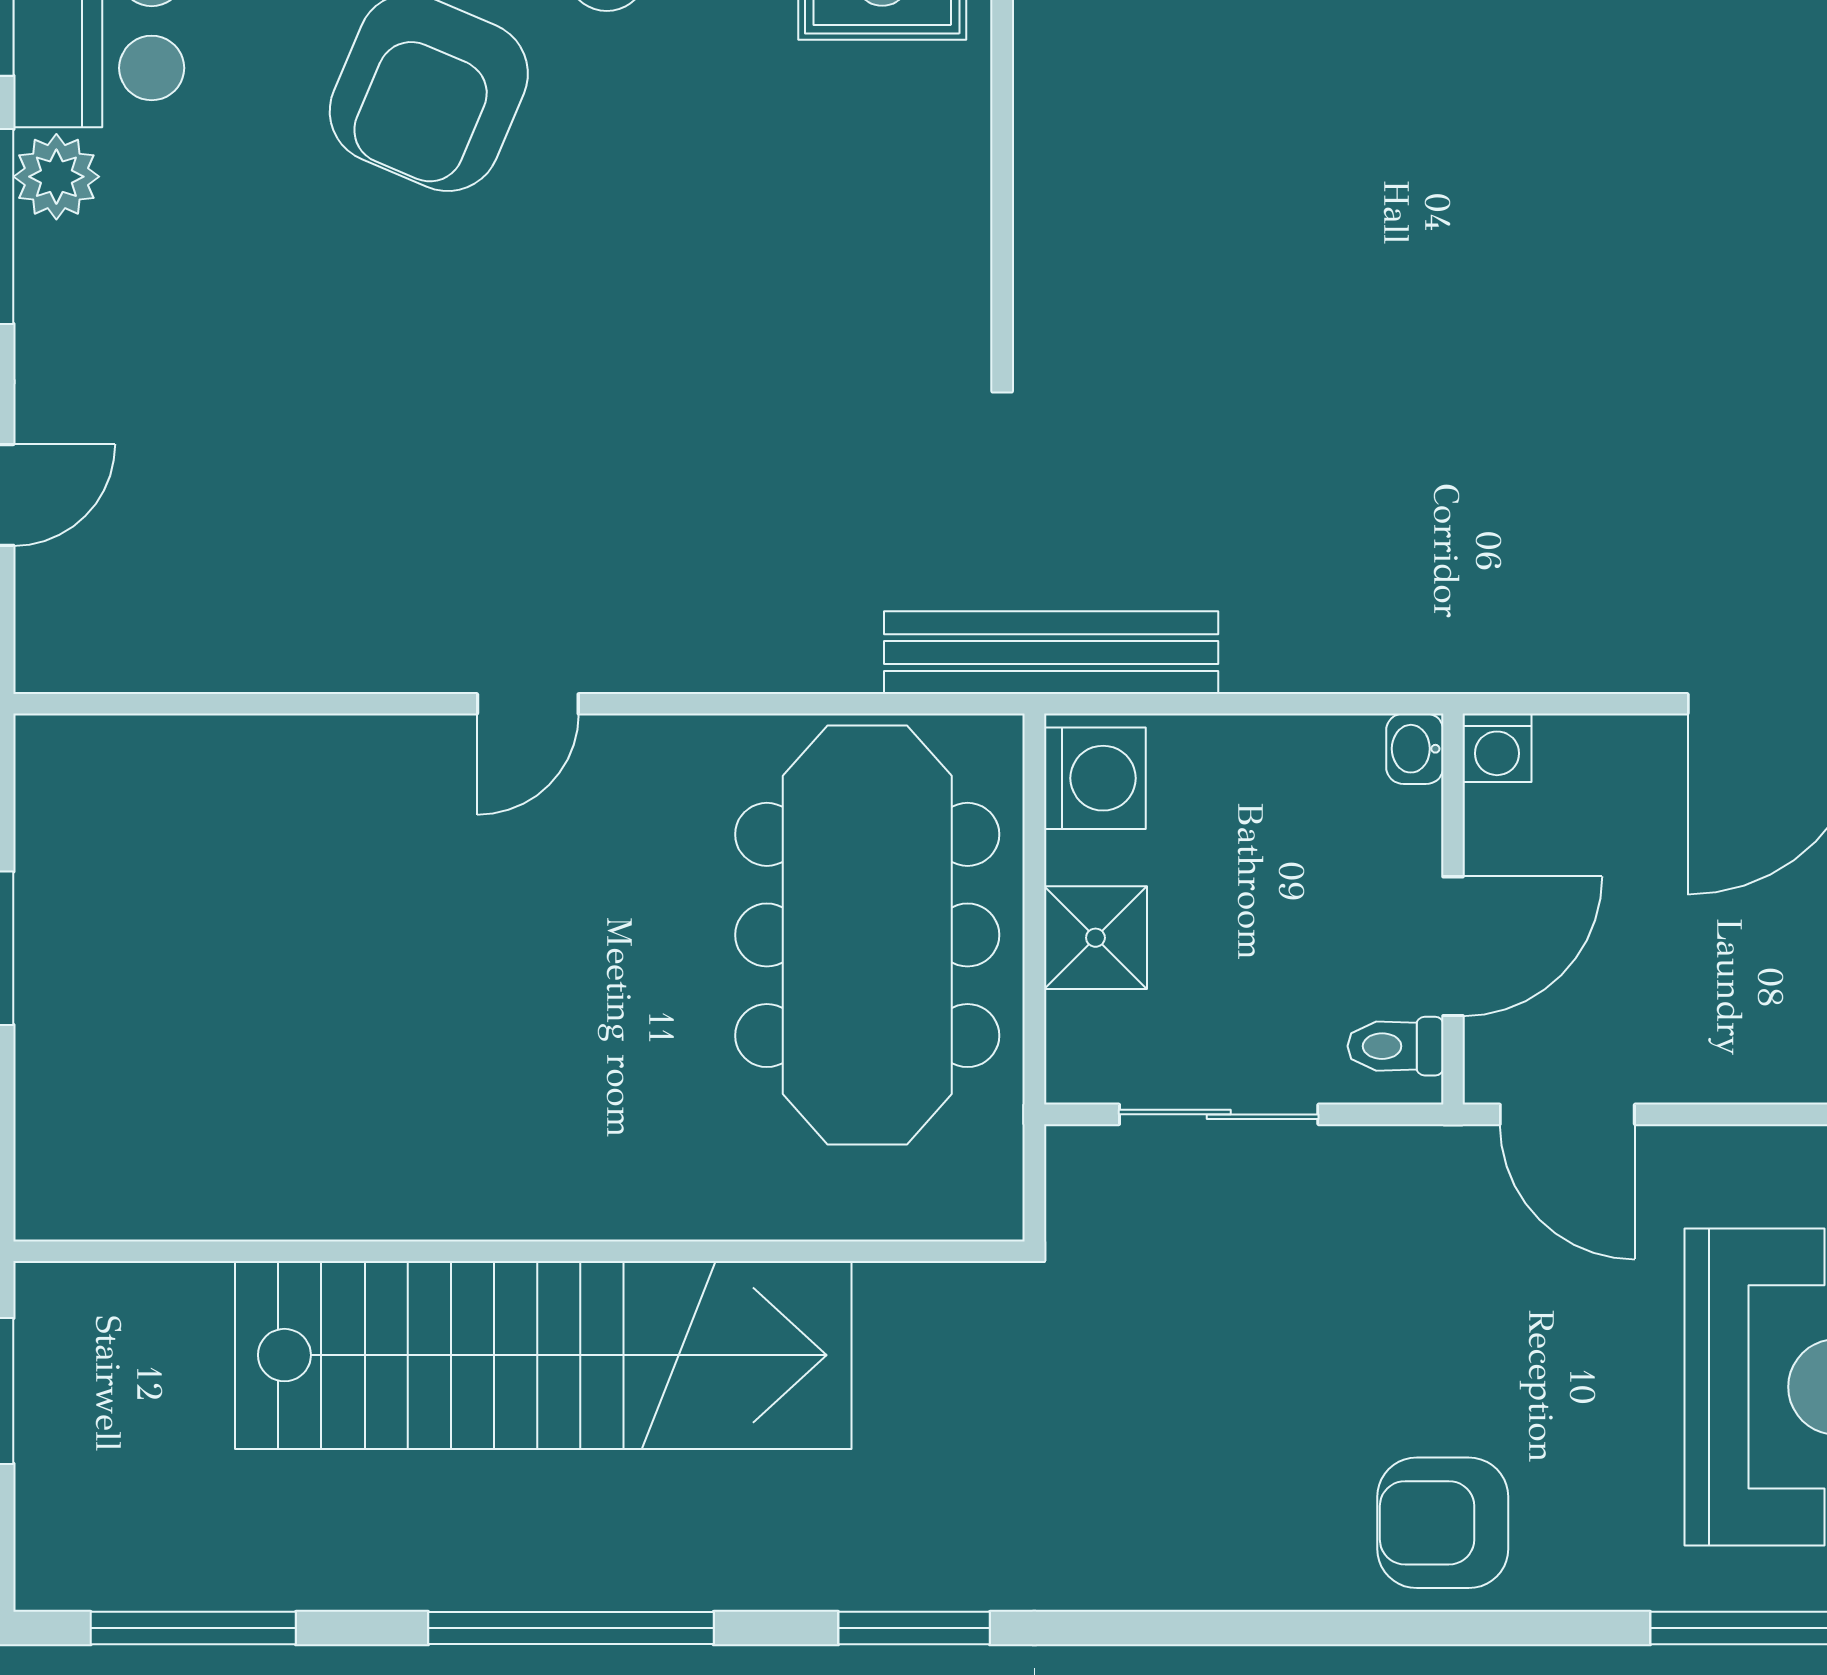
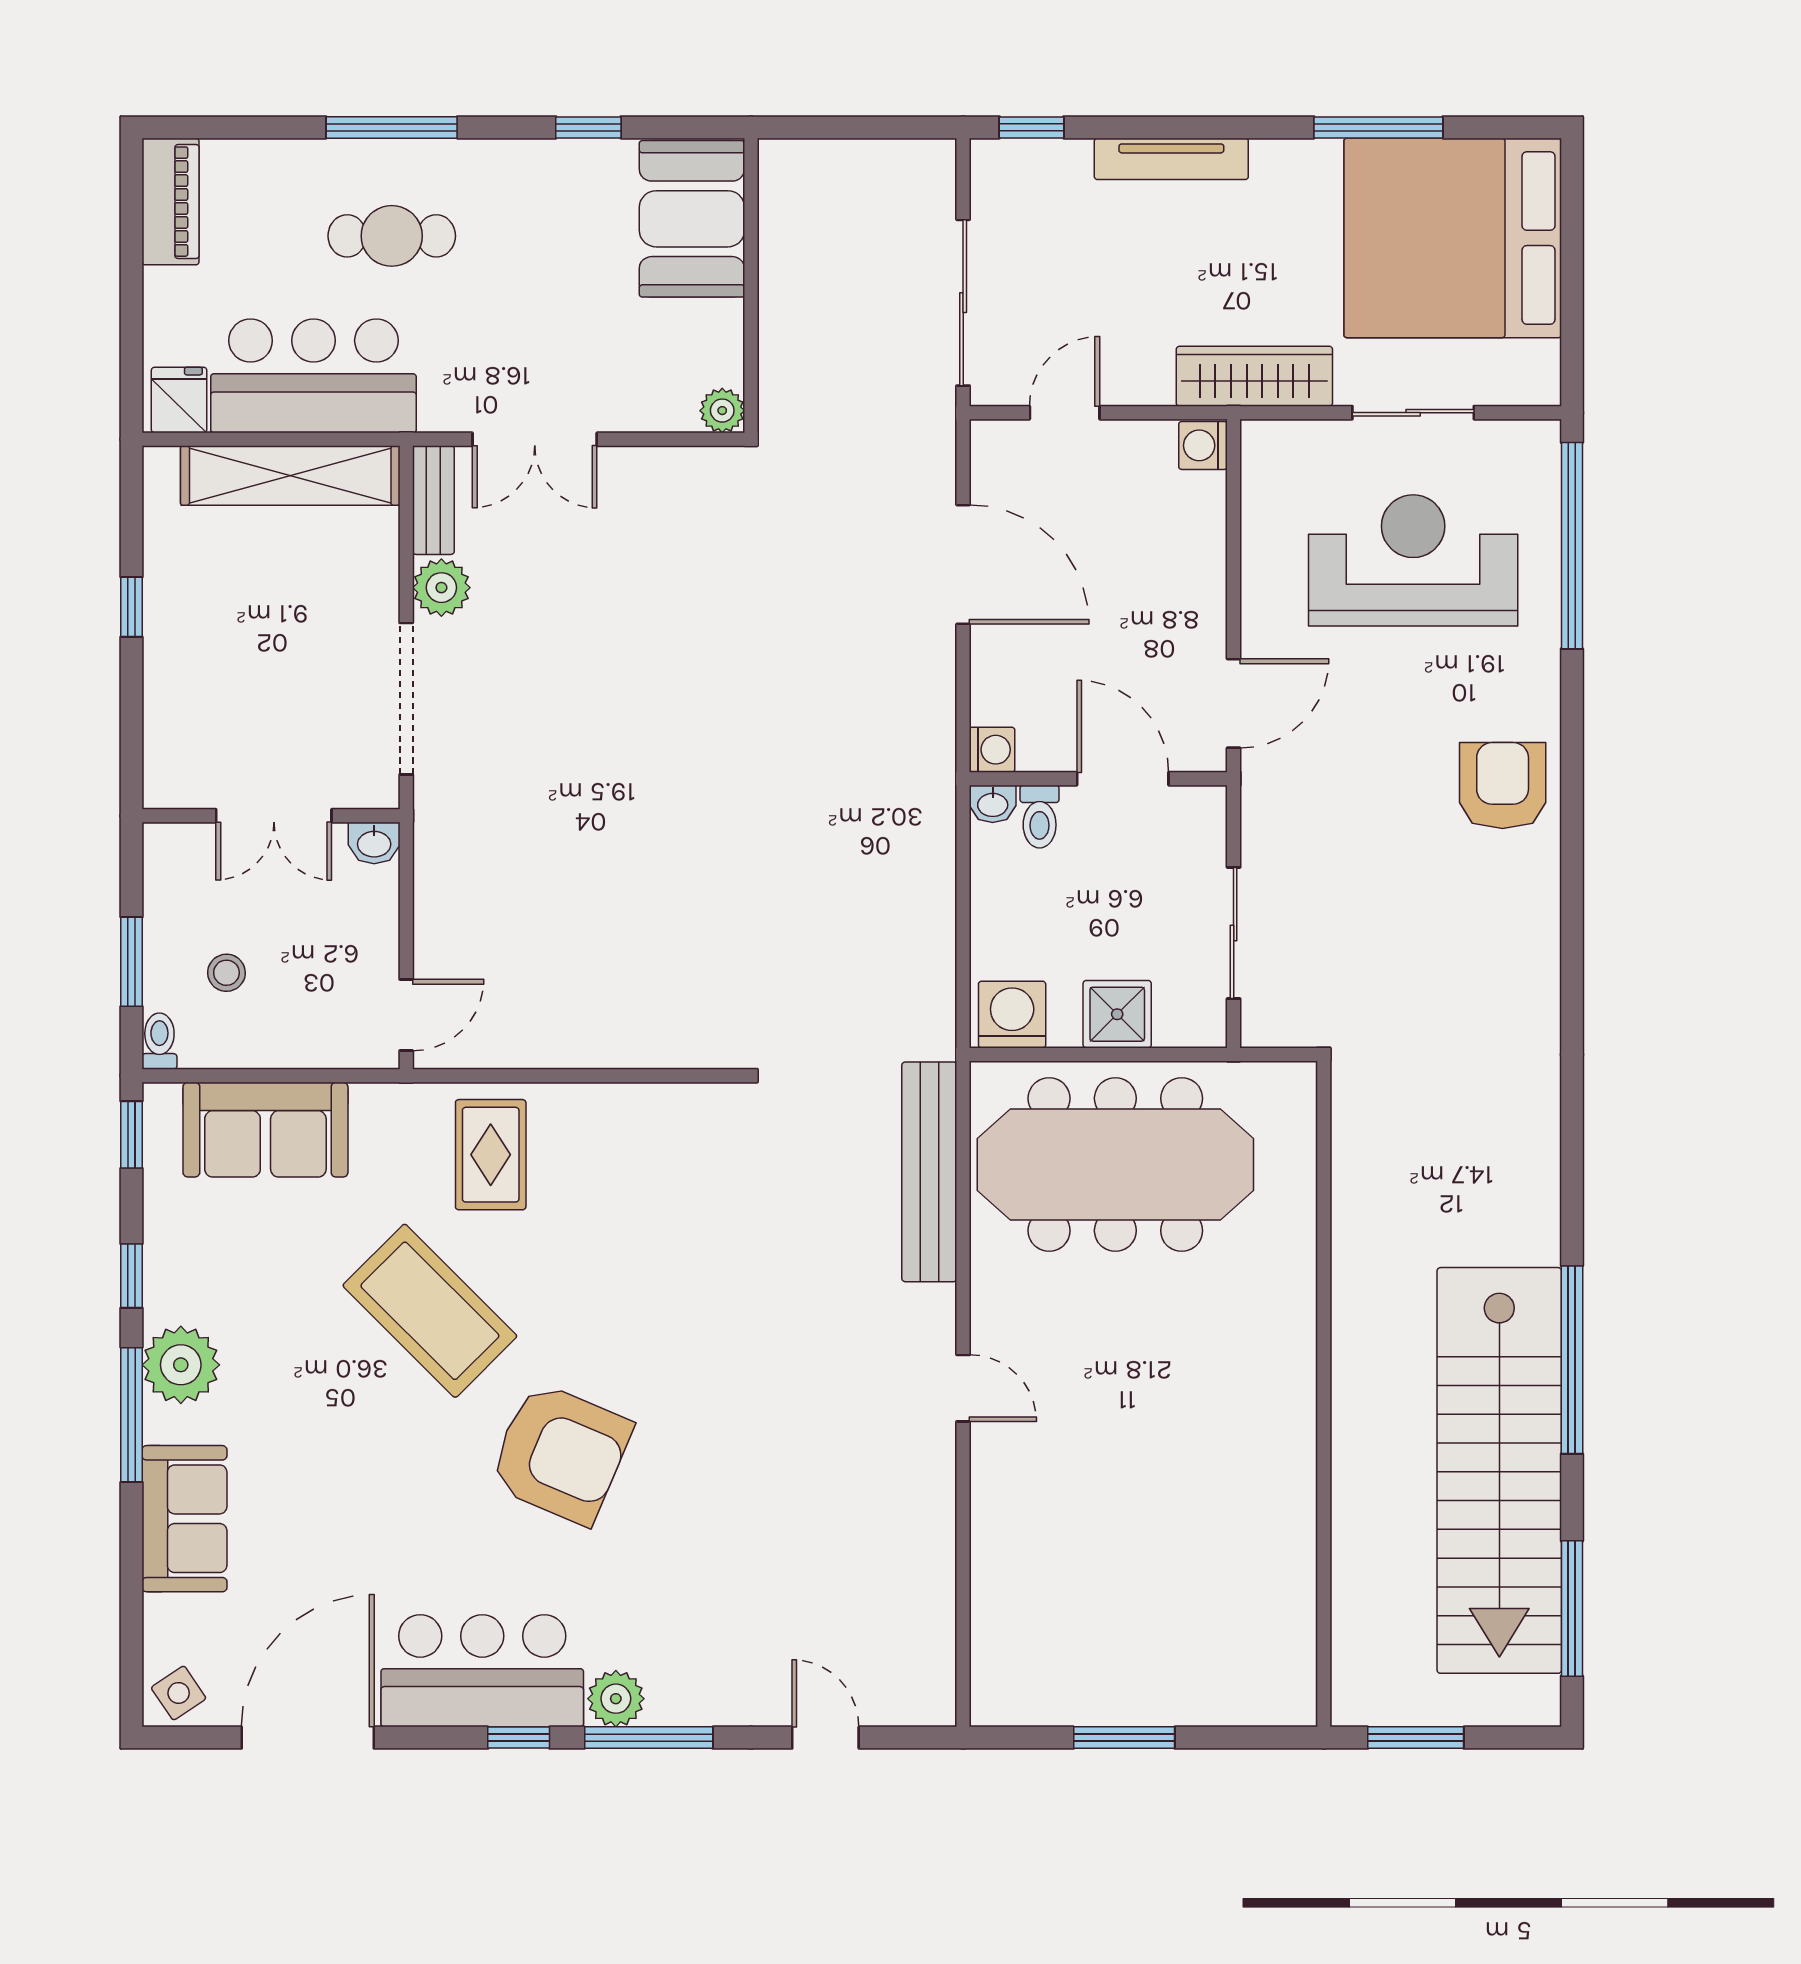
bench: (1051, 653) -> (929, 1172), moved
toilet: (1395, 1046) -> (1040, 817), moved
stairs: (543, 1355) -> (1499, 1470), moved, turned 180
armchair: (1443, 1523) -> (1503, 785), turned 180
window: (914, 1628) -> (1572, 1134), removed

